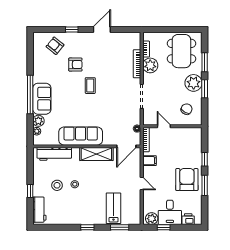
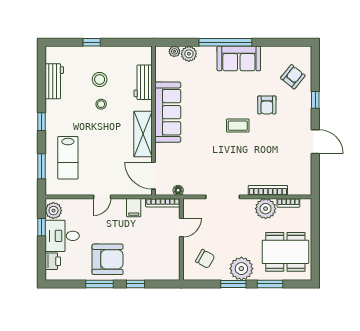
sofa: (42, 99) -> (239, 58), moved
workbench: (54, 154) -> (143, 82), width x0.73
lab bench: (113, 208) -> (68, 158), turned 90
workbench: (39, 210) -> (54, 81), moved, turned -90

